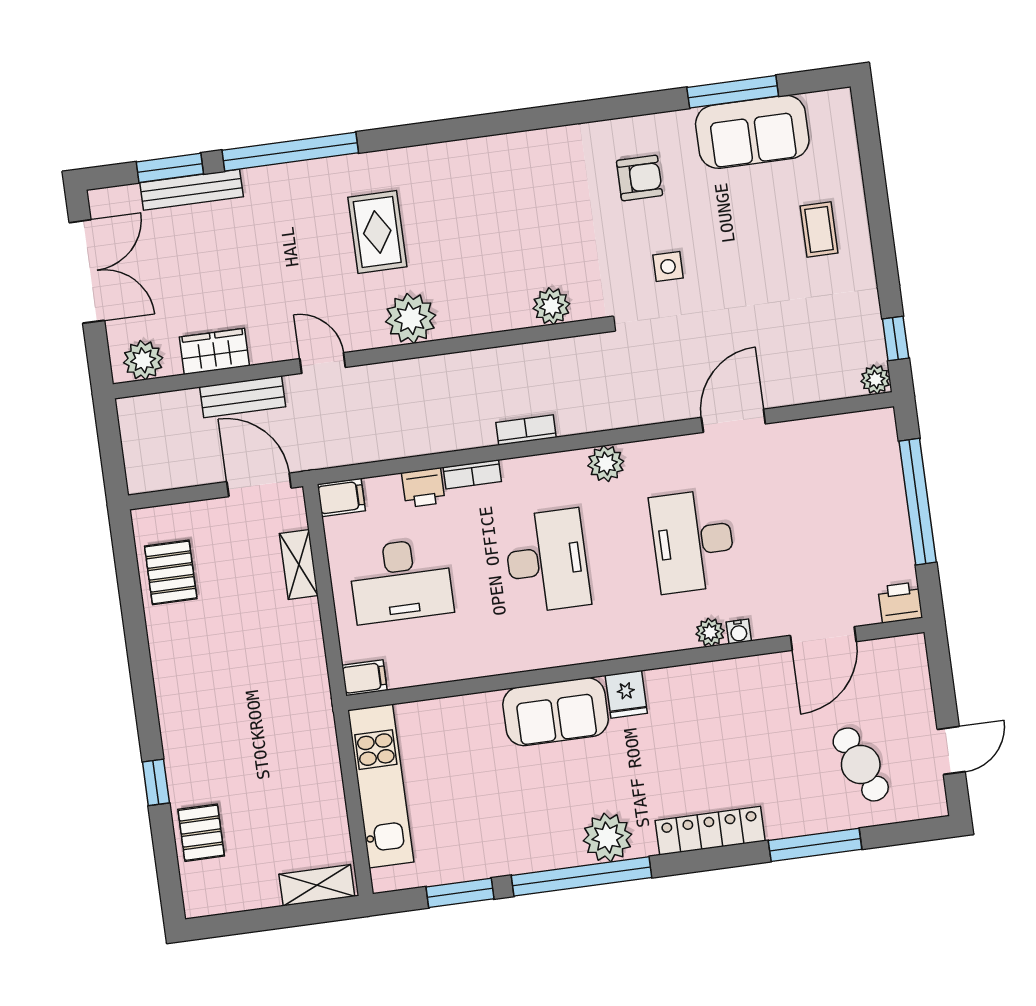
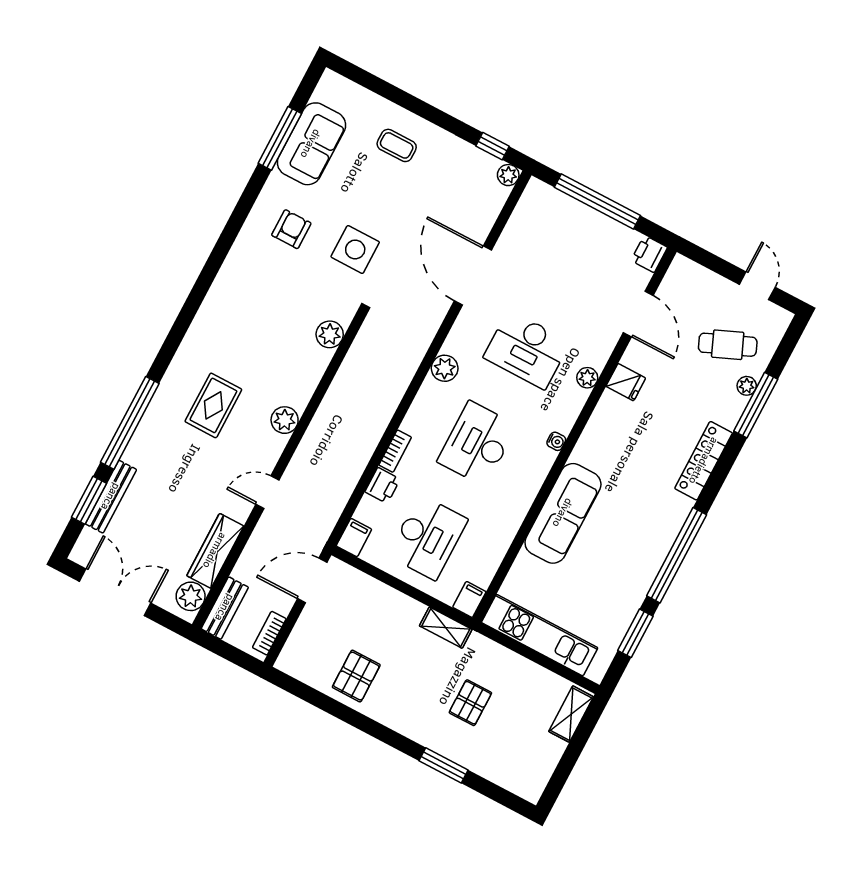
rug: (377, 232) -> (213, 405), turned 90
side table: (668, 267) -> (355, 249), width x1.87, depth x1.87
plant: (411, 318) -> (285, 420), width x0.73, depth x0.73
wardrobe: (214, 351) -> (215, 551), width x1.50
bench: (243, 397) -> (225, 608), moved
door: (733, 421) -> (473, 276), width x1.36
bookcase: (526, 430) -> (269, 633), moved
desk: (547, 561) -> (477, 444), turned -90
shelving: (299, 565) -> (446, 628), moved
pallet: (171, 572) -> (356, 676), moved, turned 90
water cooler: (739, 632) -> (556, 441), moved
fridge: (626, 694) -> (626, 382), moved
sofa: (556, 712) -> (563, 513), width x1.36
window: (156, 782) -> (443, 765), width x1.50
pallet: (201, 833) -> (470, 703), moved, turned 90
plant: (607, 837) -> (747, 386), moved, width x0.53, depth x0.53

